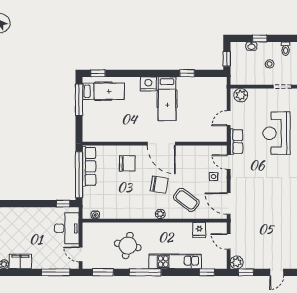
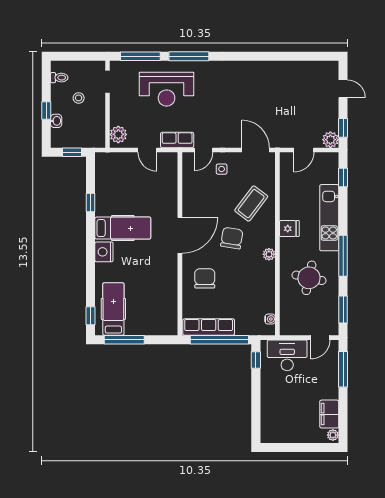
door: (229, 203) -> (256, 150), swing flipped
plant: (160, 214) -> (269, 254), moved
fridge: (199, 230) -> (289, 229), moved

